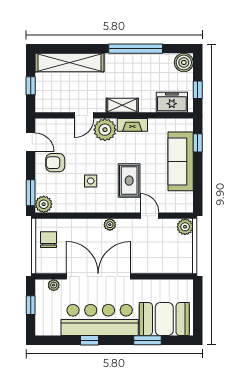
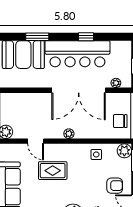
side table: (91, 181) -> (96, 154), moved
rug: (129, 181) -> (53, 171), turned 90
chair: (49, 240) -> (120, 121), turned 90

